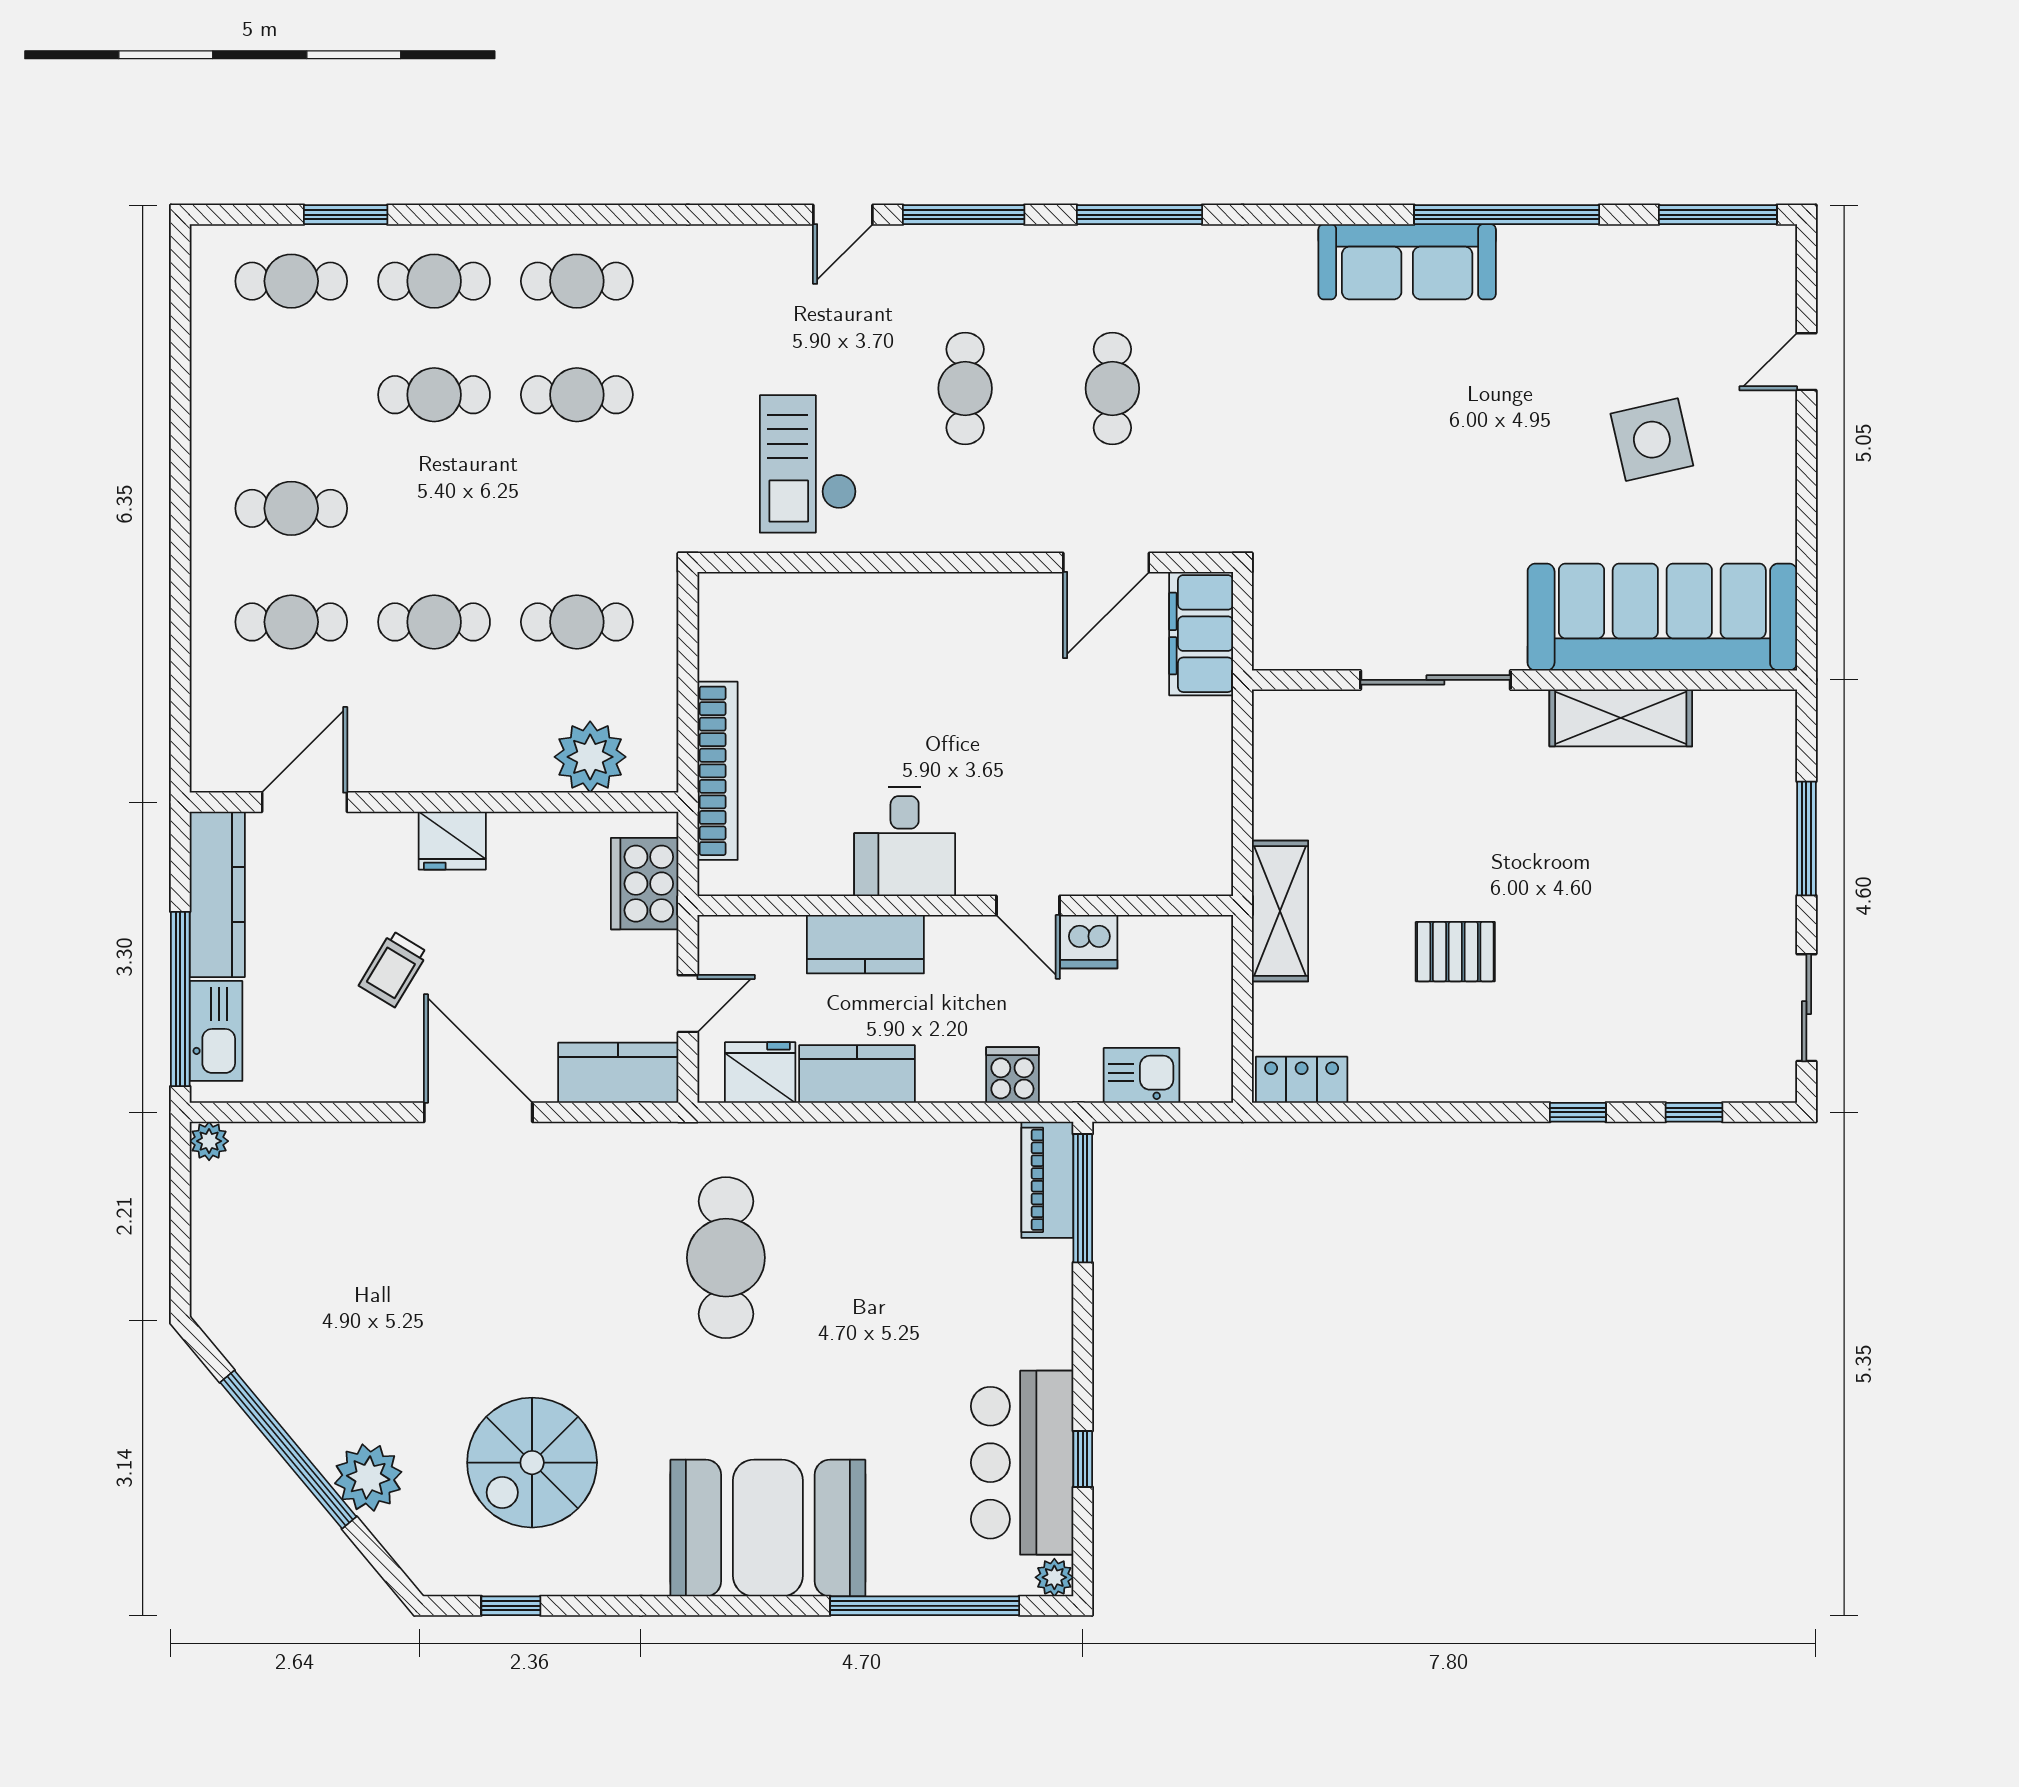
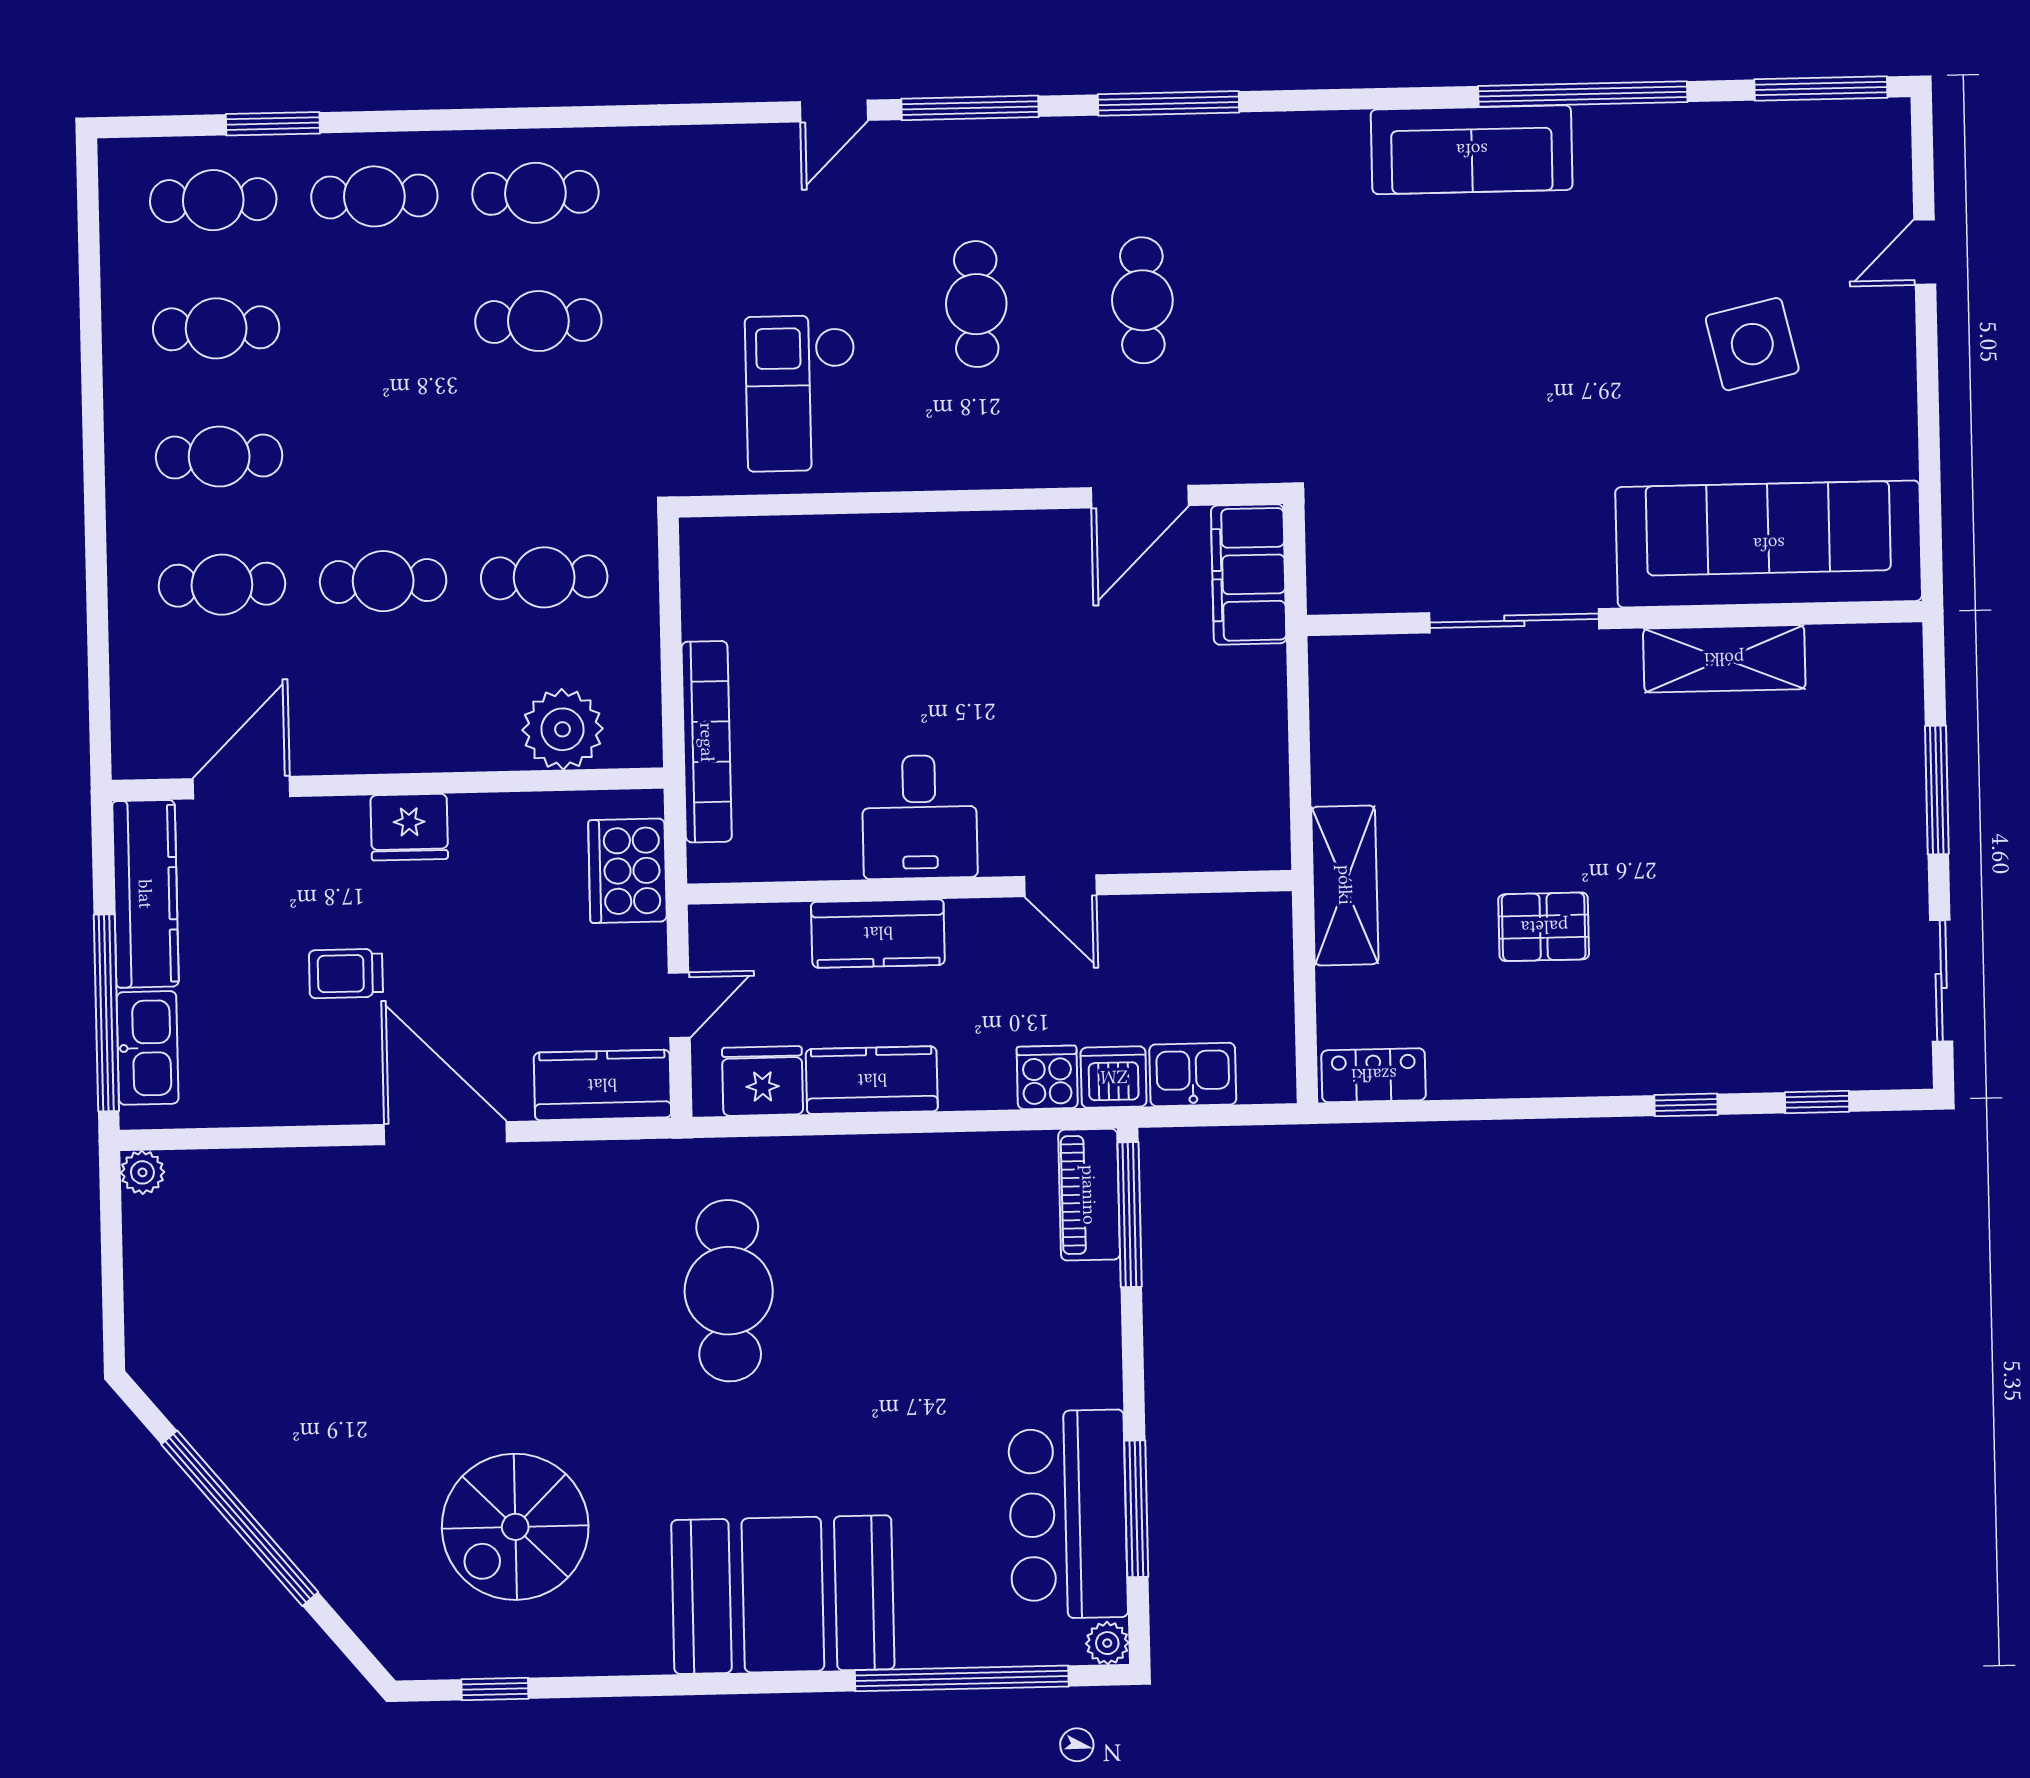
cafe table: (434, 395) -> (216, 328), moved
dishwasher: (1089, 942) -> (1114, 1077), moved, turned 180
trolley: (393, 969) -> (346, 974), turned 59
window: (1083, 1459) -> (1136, 1509), width x2.17
plant: (368, 1478) -> (331, 1548), removed

